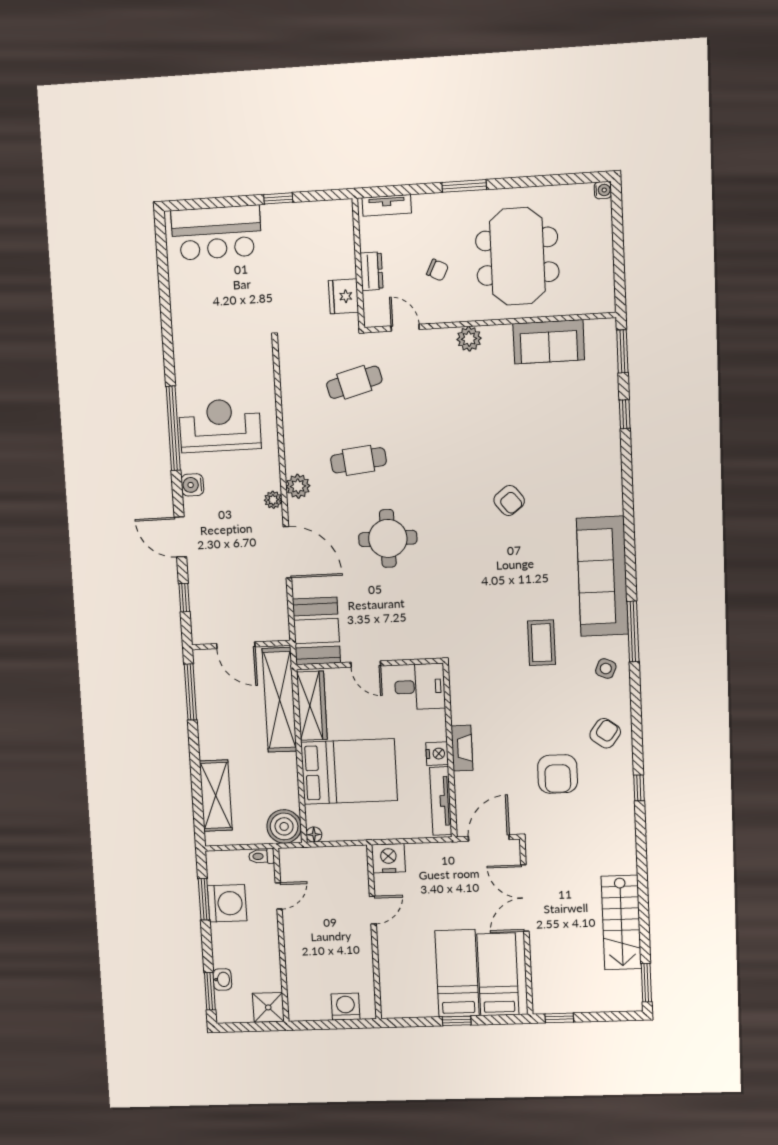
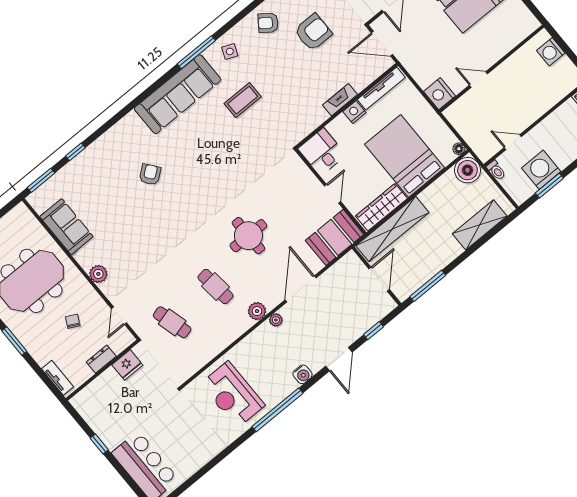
reception desk: (220, 425) -> (232, 395), moved
armchair: (509, 500) -> (150, 174), moved

